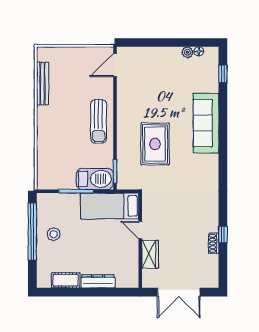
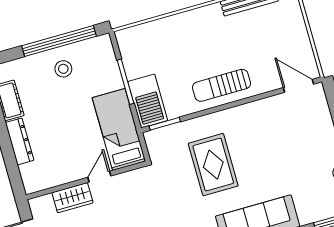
rug: (155, 144) -> (213, 165), turned 90

